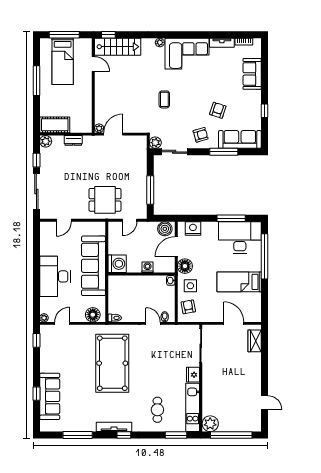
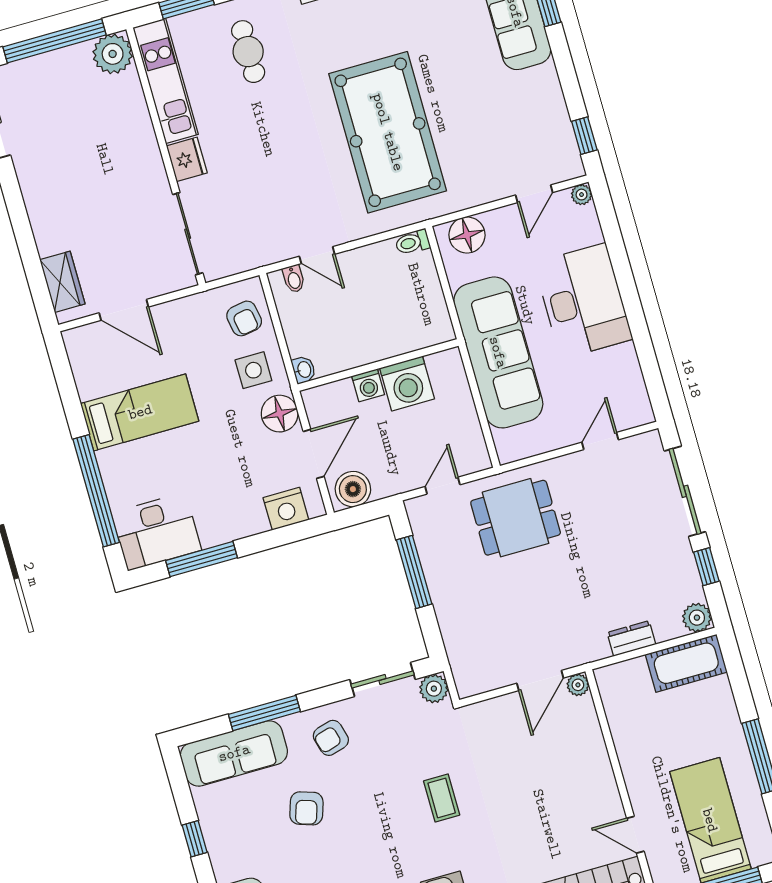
desk: (240, 238) -> (157, 532), width x0.73, depth x0.77
washing machine: (117, 264) -> (407, 384), moved, turned -90

